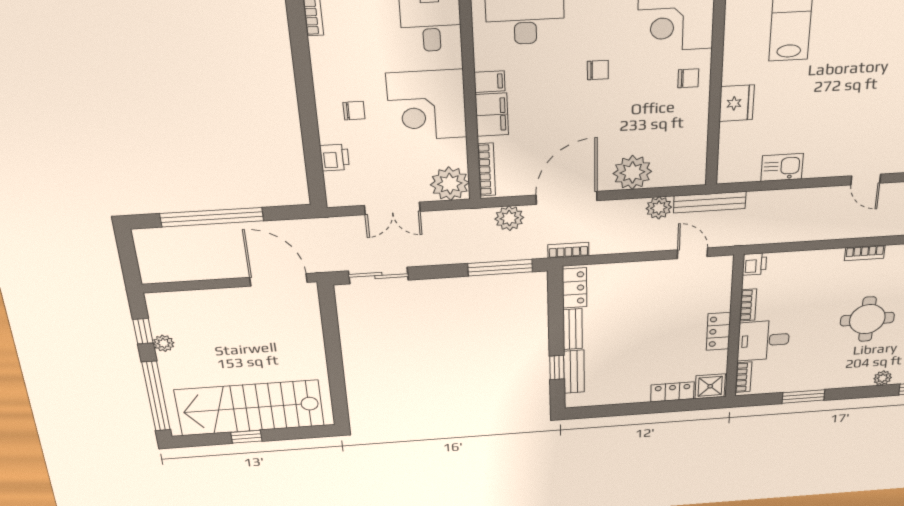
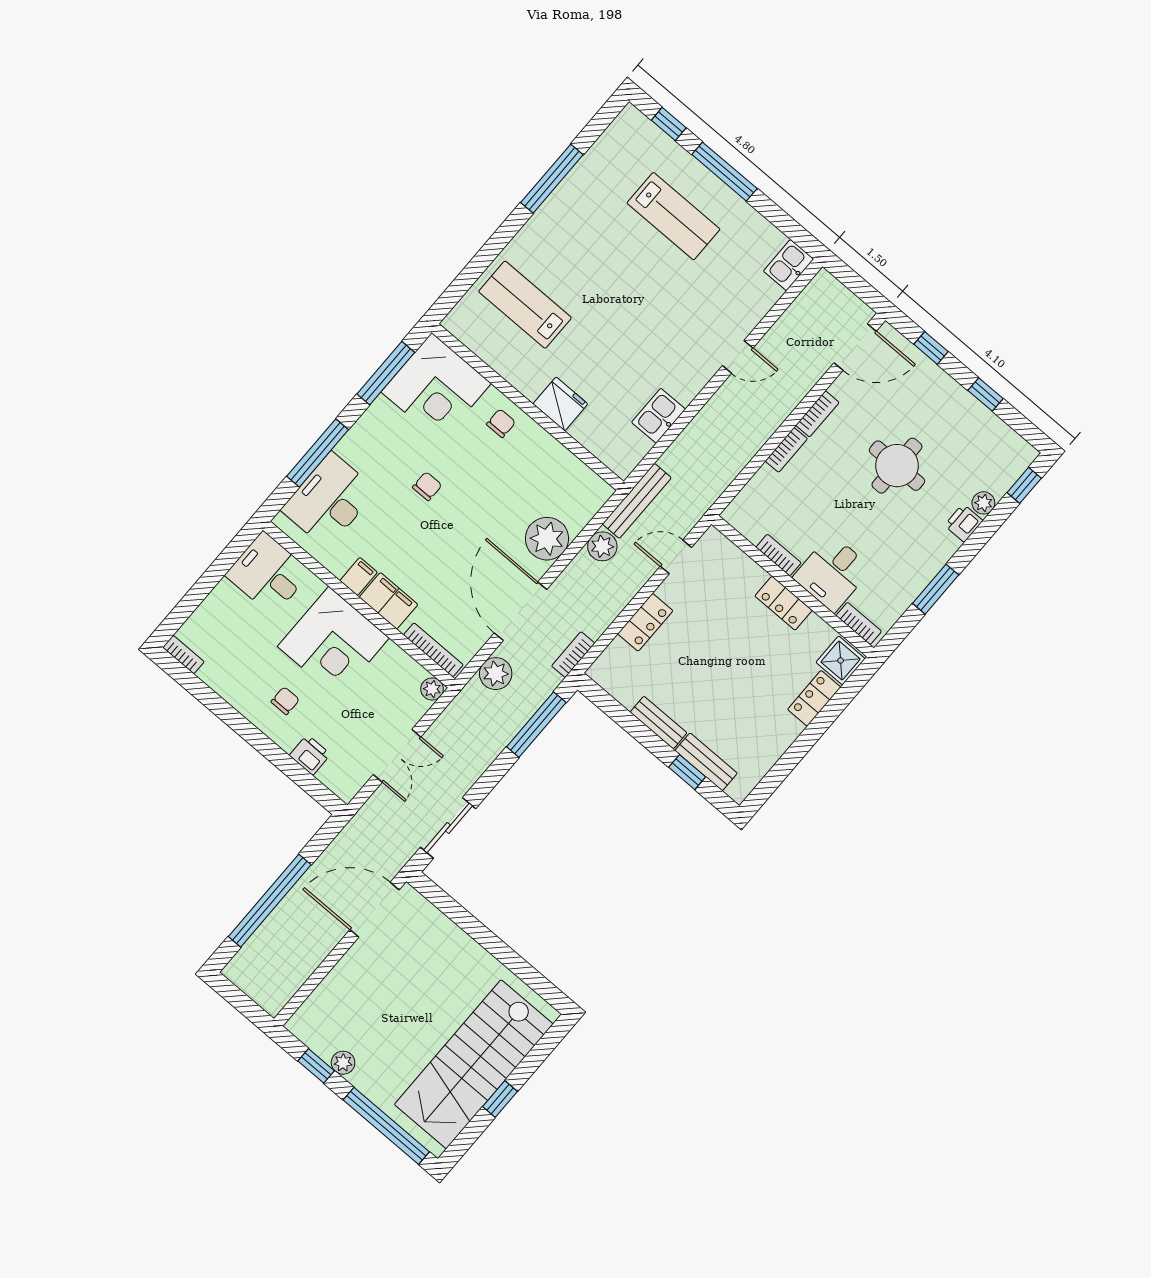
plant: (450, 184) -> (432, 689), width x0.53, depth x0.53
bookcase: (824, 255) -> (786, 450), added
printer: (755, 264) -> (964, 523), moved, turned -90
locker: (575, 288) -> (645, 622), moved, turned 90

